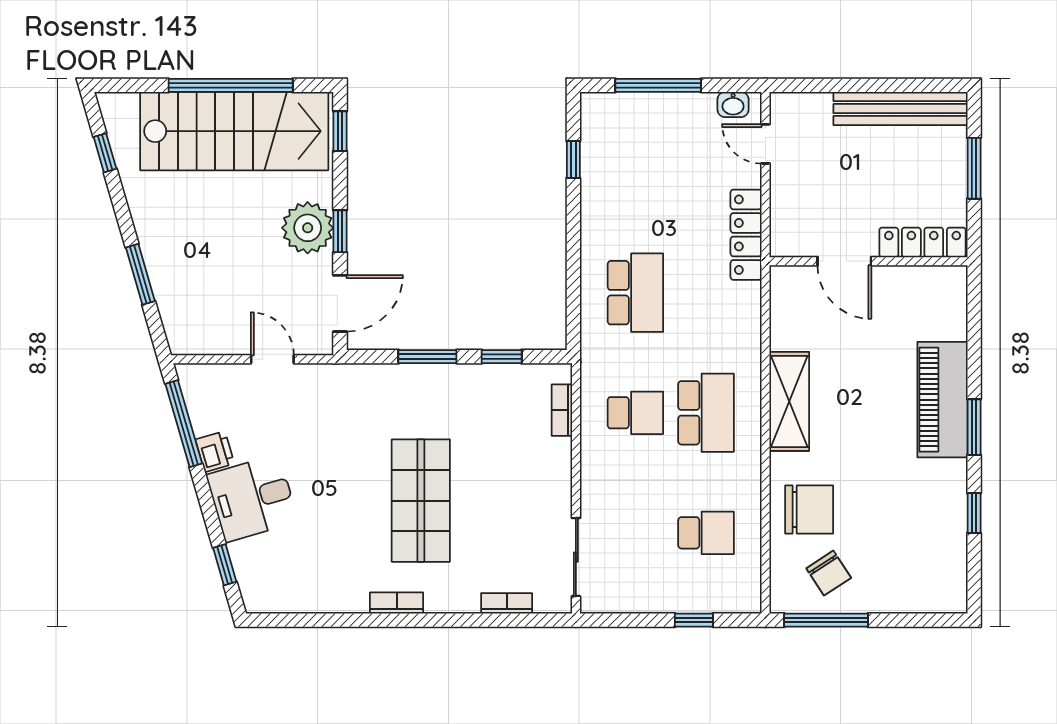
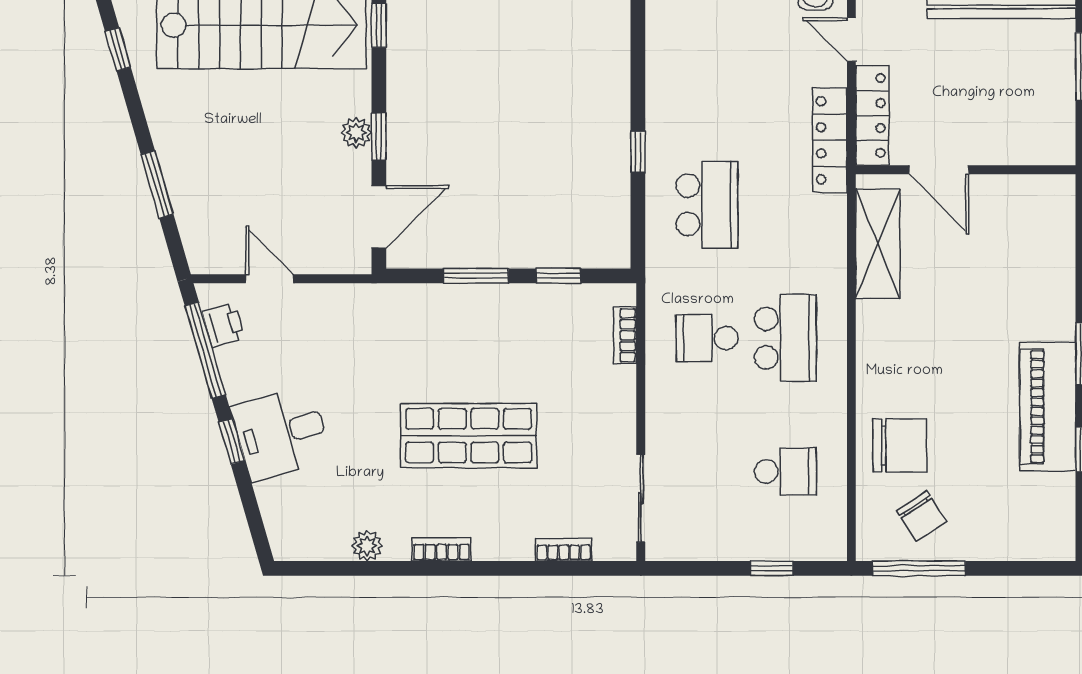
window: (573, 160) -> (638, 152), moved
plant: (308, 228) -> (356, 133), width x0.53, depth x0.53
locker: (923, 242) -> (872, 116), moved, turned 90
door: (272, 359) -> (270, 279), moved
piano: (942, 400) -> (1048, 407), moved
shelving: (789, 401) -> (878, 244), moved
school desk: (635, 413) -> (707, 338), turned 180
printer: (215, 452) -> (223, 325), moved
shop shelf: (421, 501) -> (469, 436), turned 90
window: (225, 565) -> (232, 441), moved
plant: (330, 600) -> (367, 546), added

